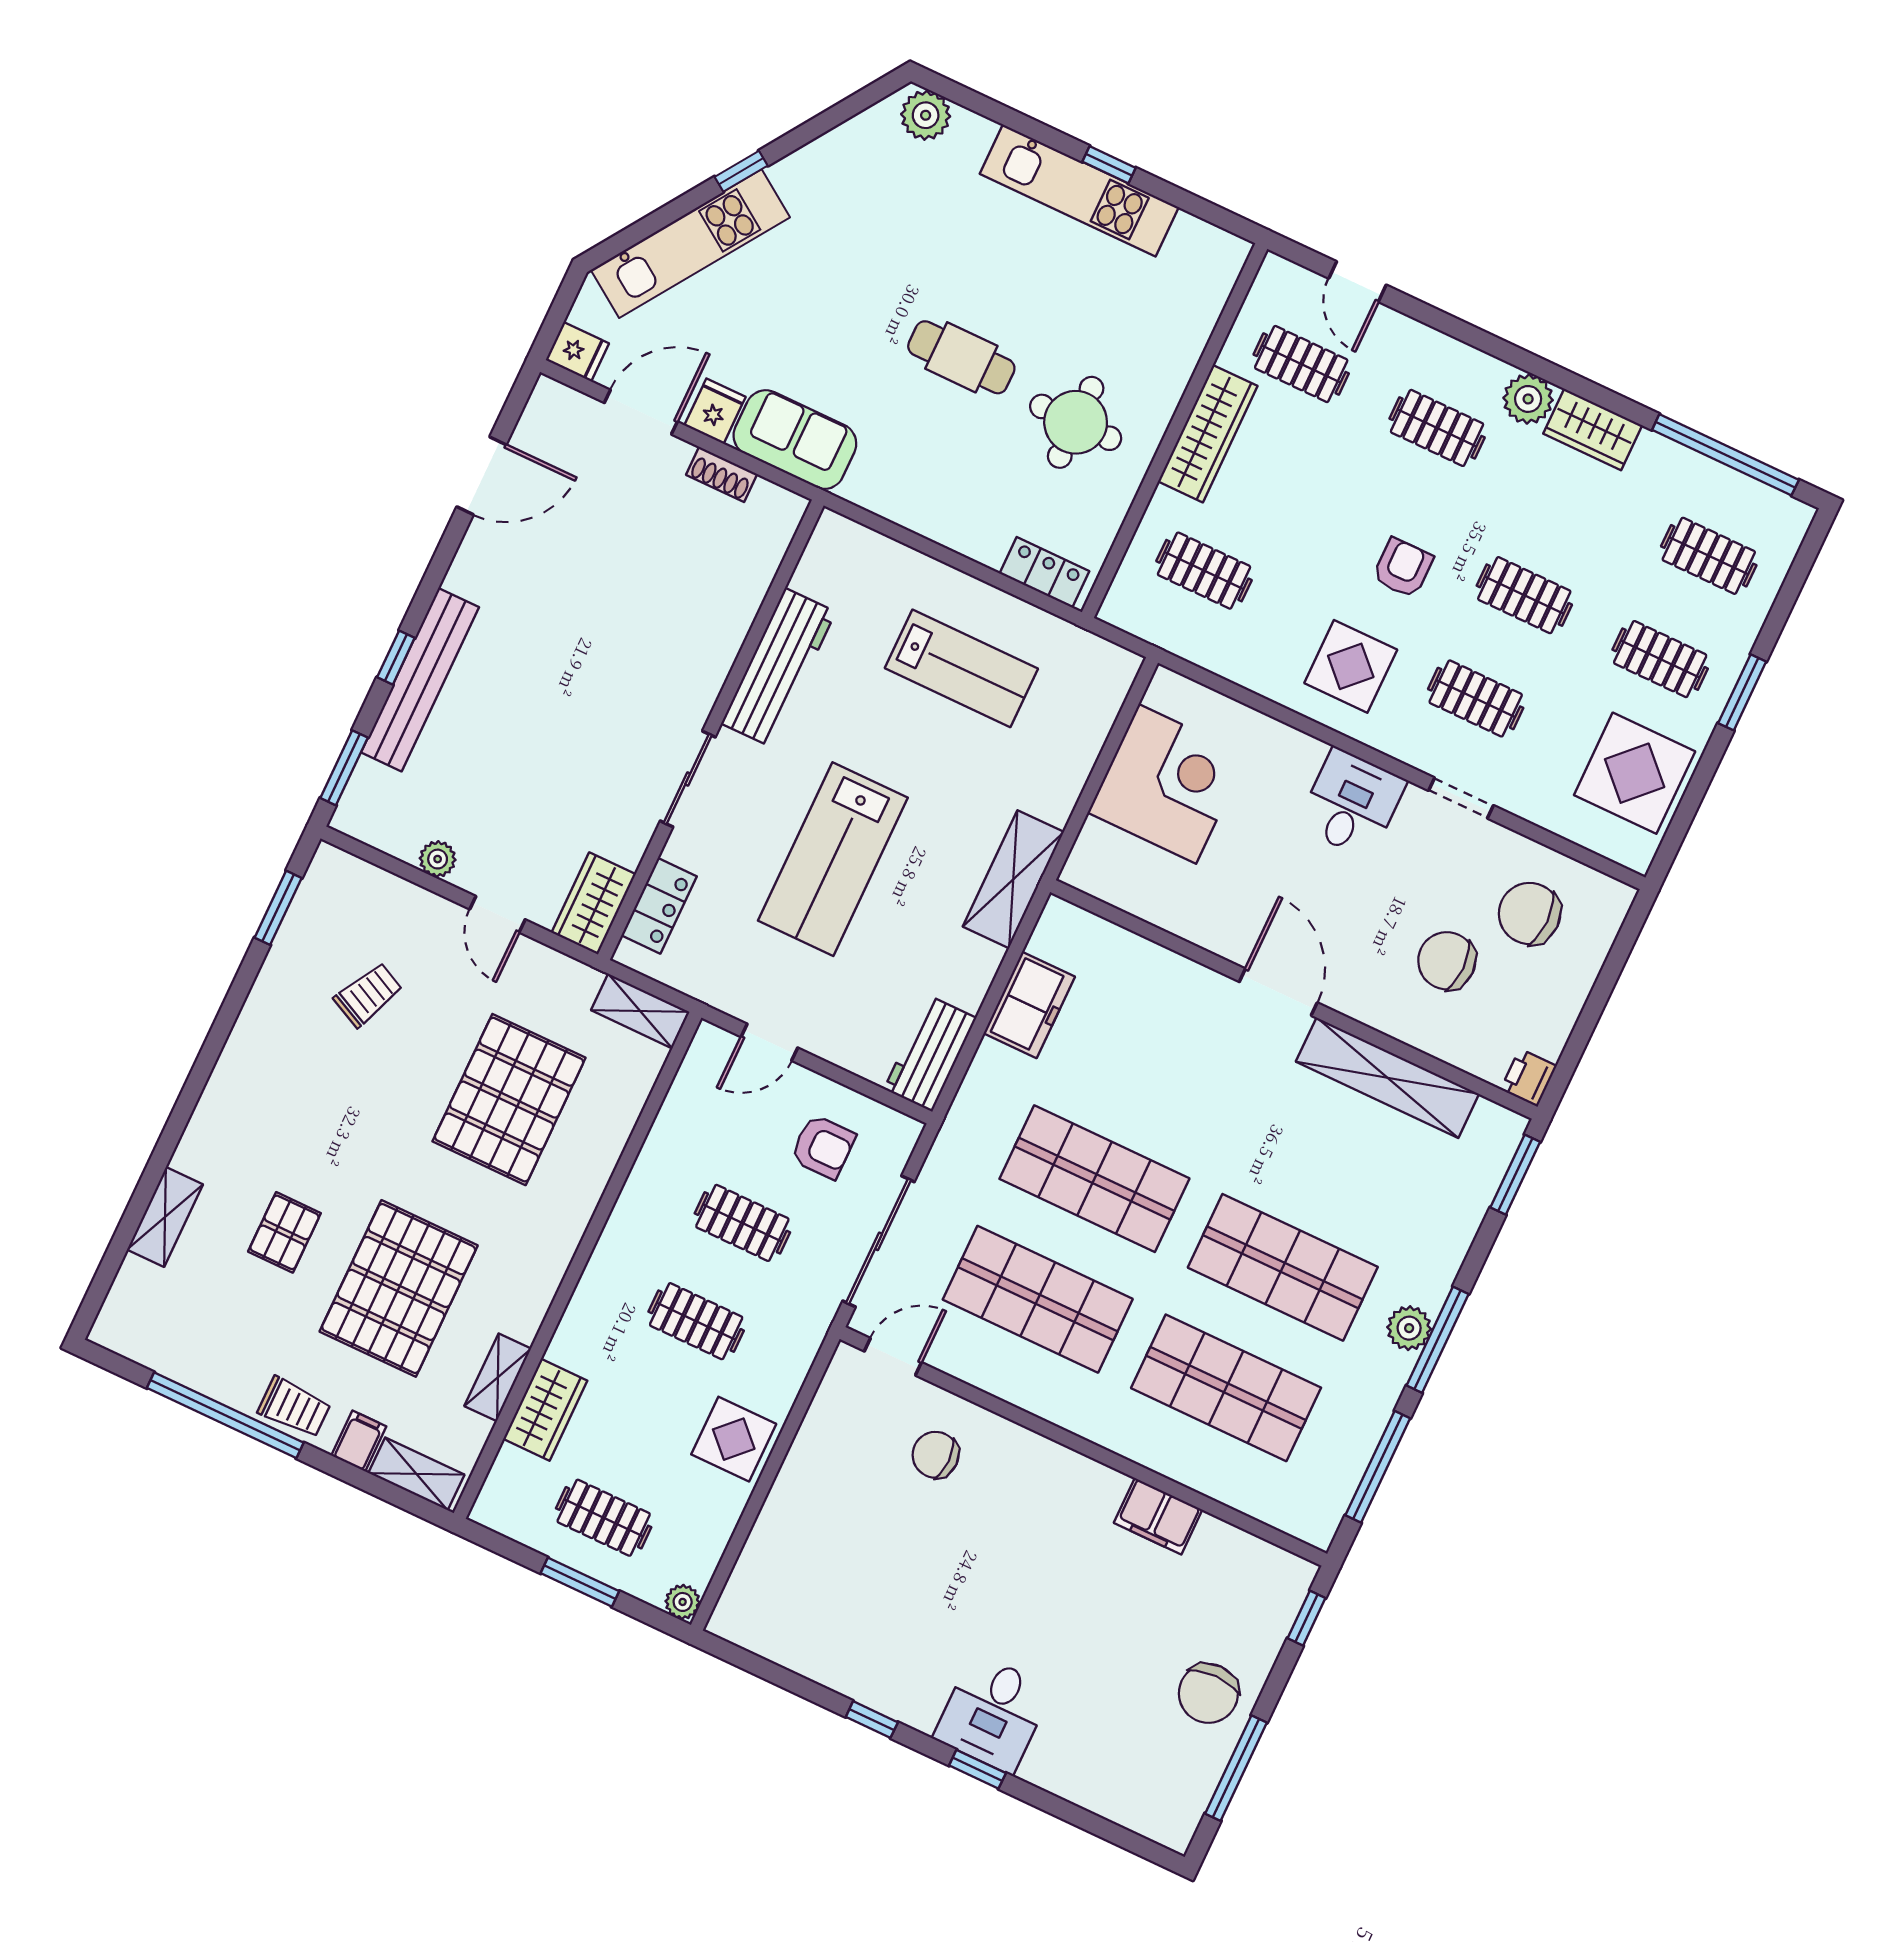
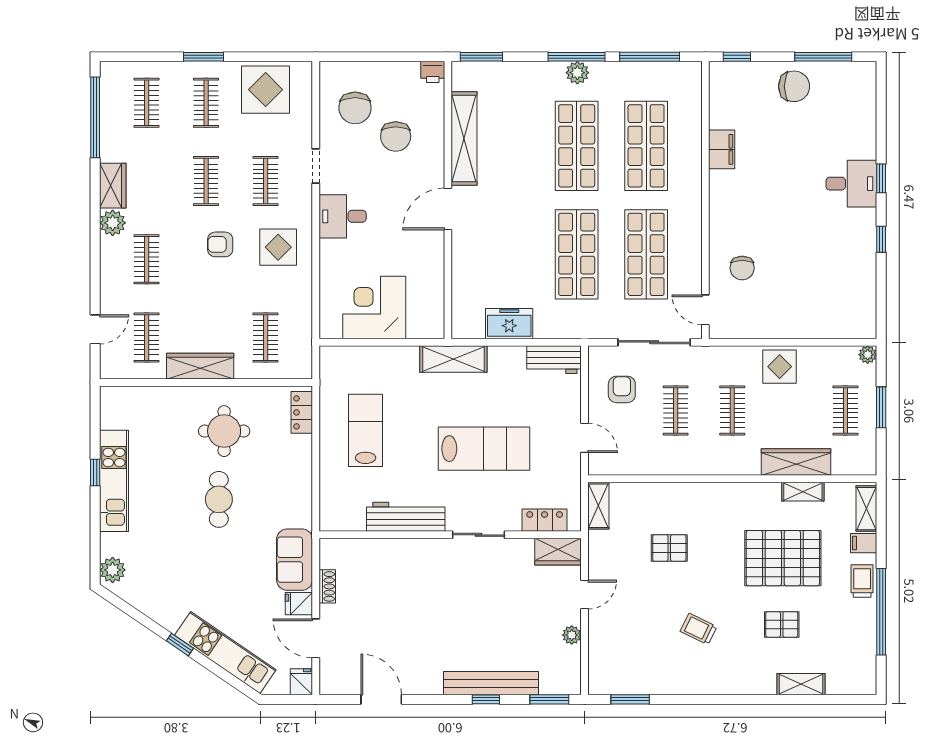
trolley: (368, 995) -> (699, 629), moved
pallet: (509, 1100) -> (669, 548), width x0.49, depth x0.50
wardrobe: (545, 1410) -> (796, 462), width x1.50

